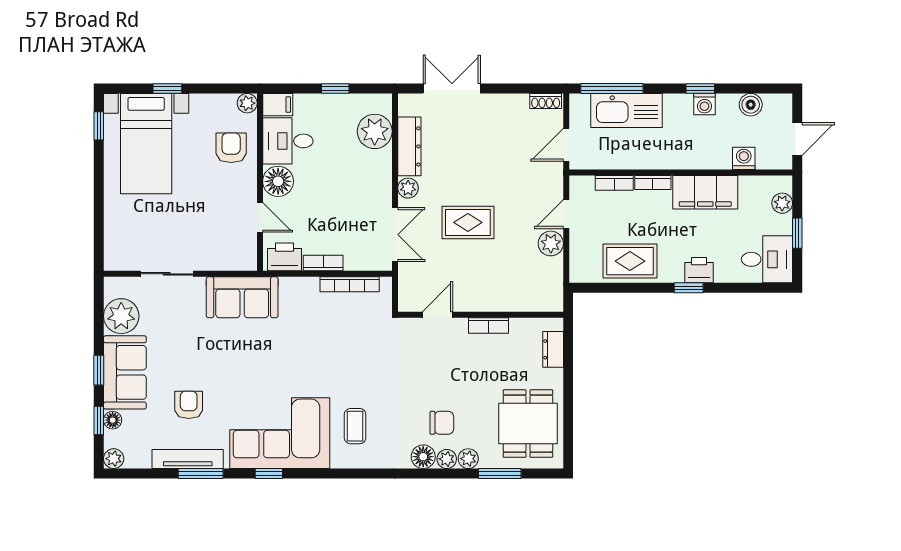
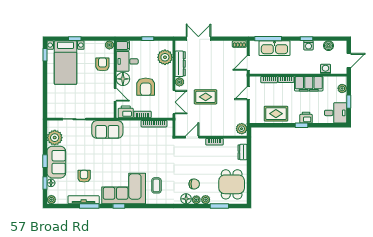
armchair: (330, 199) -> (146, 87), added
plant: (551, 243) -> (242, 129), moved

